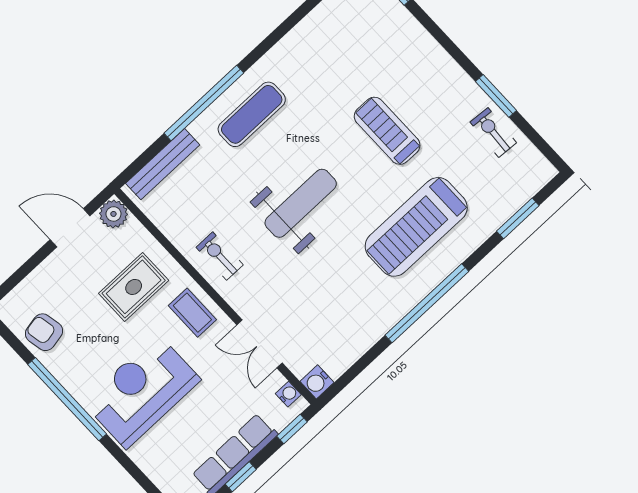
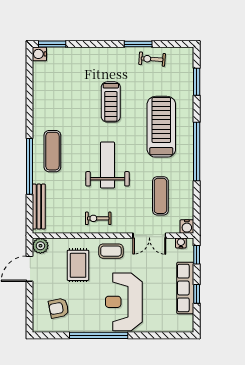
treadmill: (387, 131) -> (111, 102), turned -90
treadmill: (416, 227) -> (161, 127), turned 180
exercise mat: (325, 310) -> (160, 196), added
armchair: (44, 332) -> (59, 308), moved

